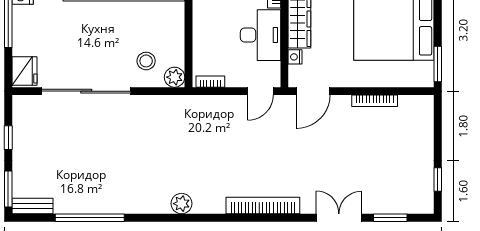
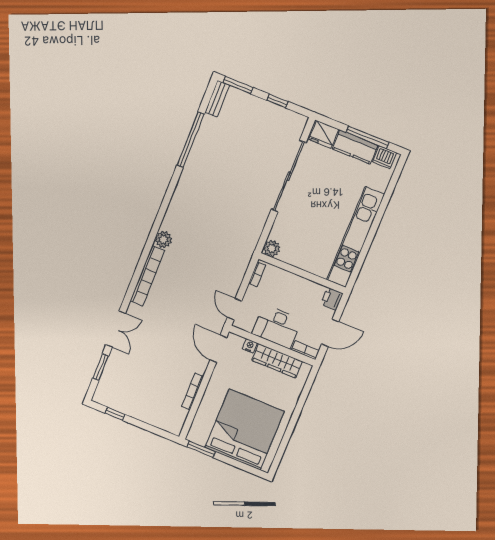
kitchen counter: (24, 31) -> (355, 147), added
stool: (146, 61) -> (293, 232), removed
plant: (181, 204) -> (163, 240), moved

